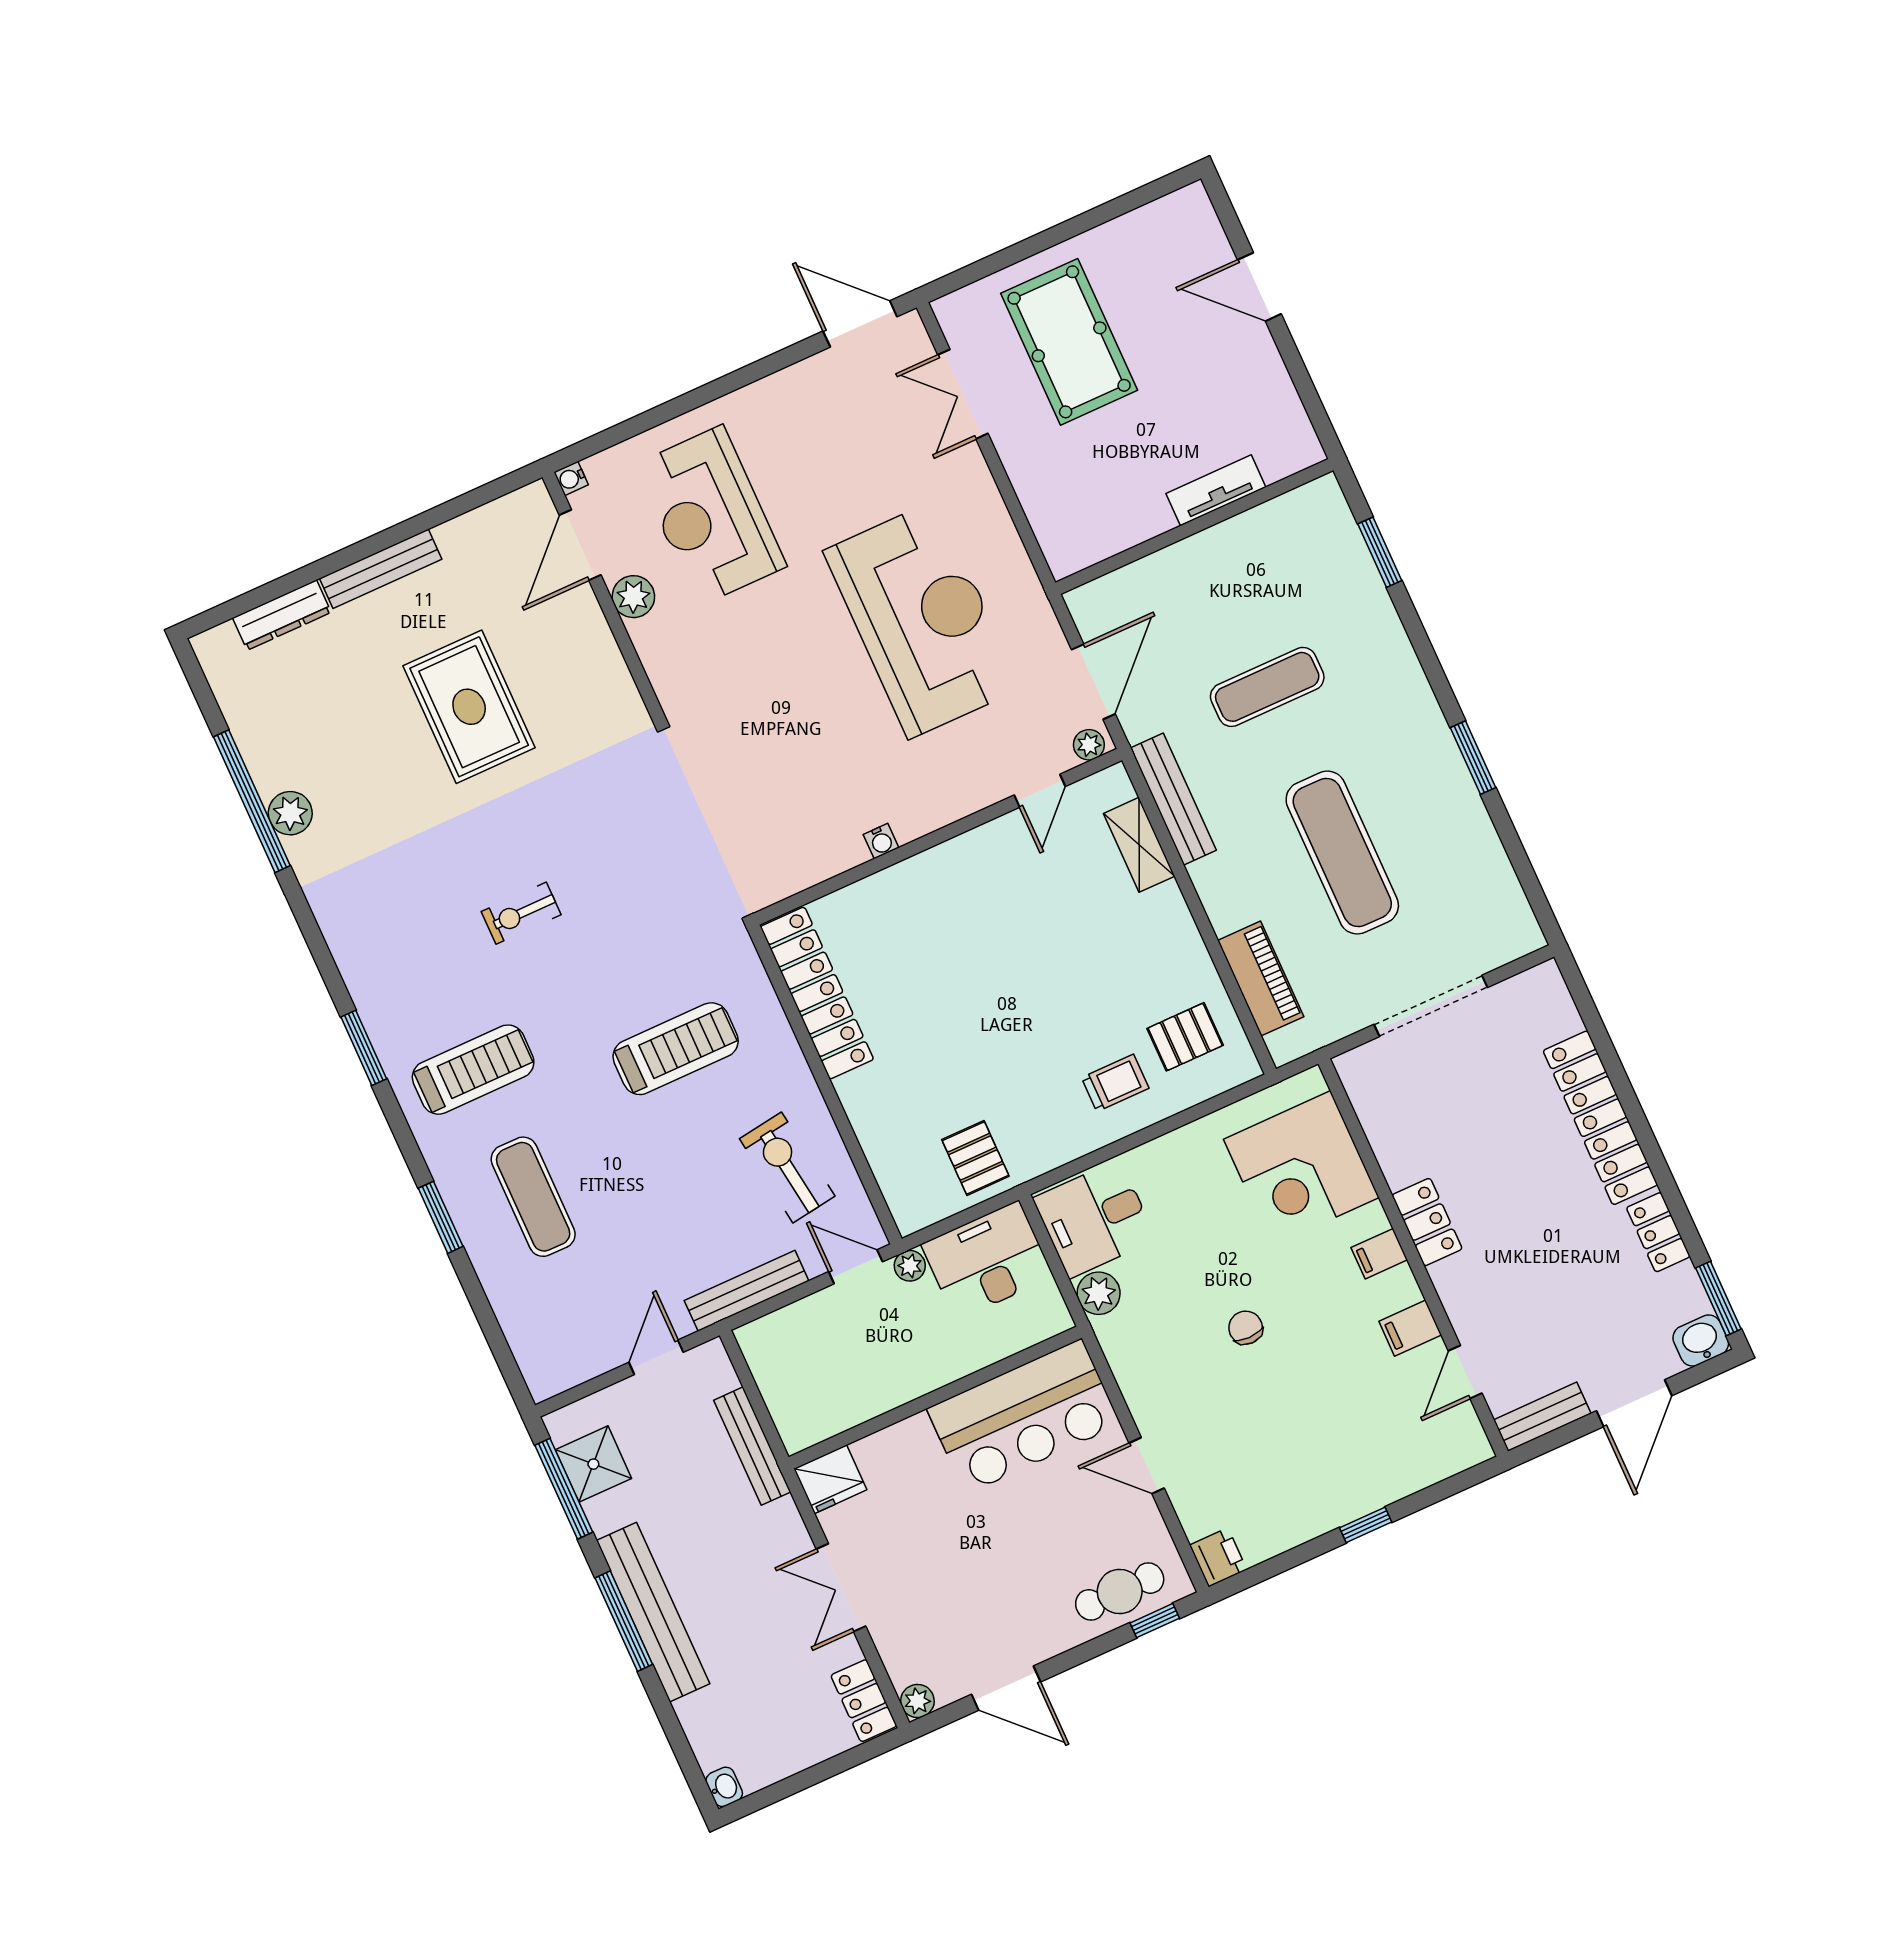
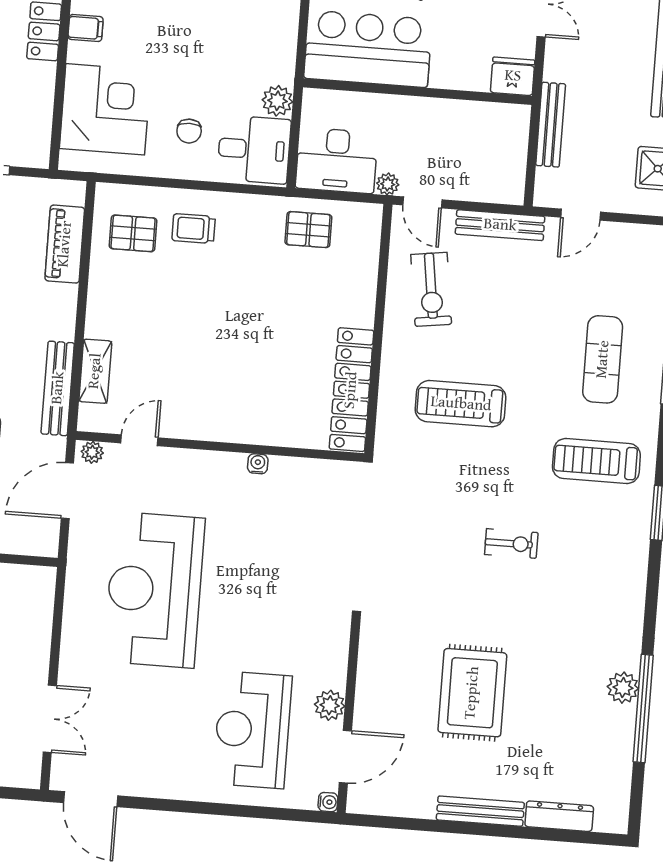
reception desk: (710, 516) -> (252, 730), turned 180
pallet: (975, 1158) -> (308, 230), turned 90
chair: (1246, 1328) -> (189, 131), moved

